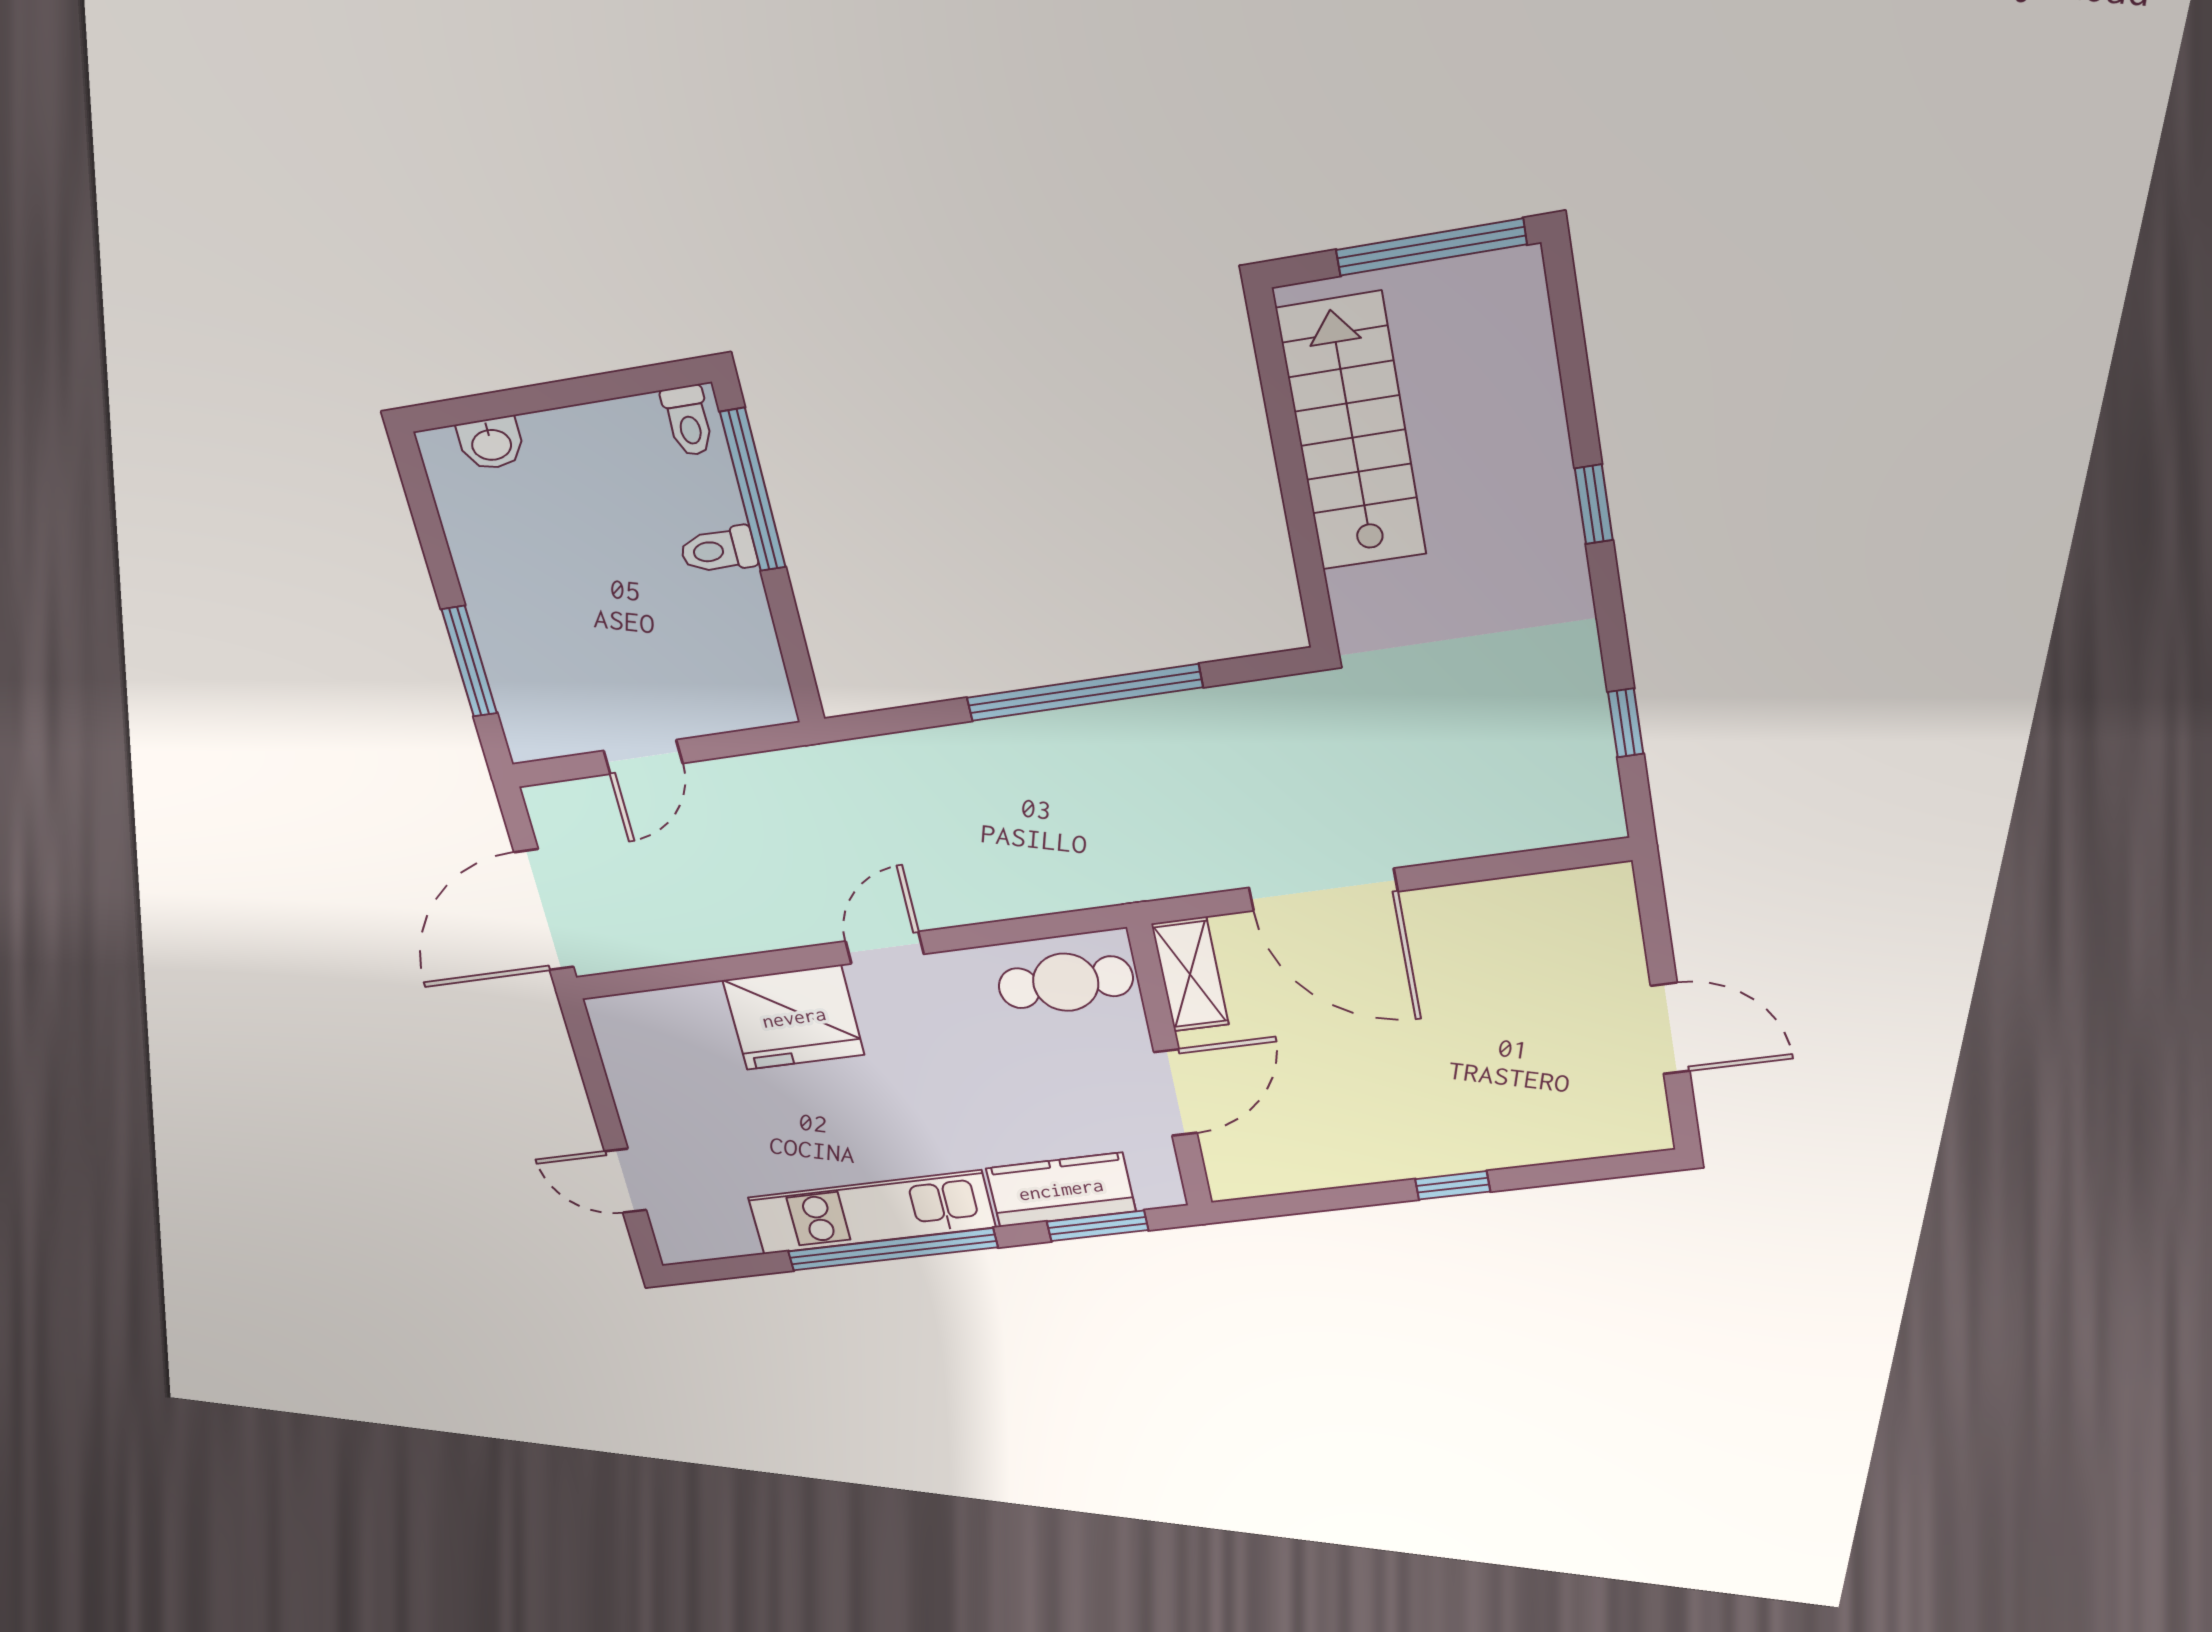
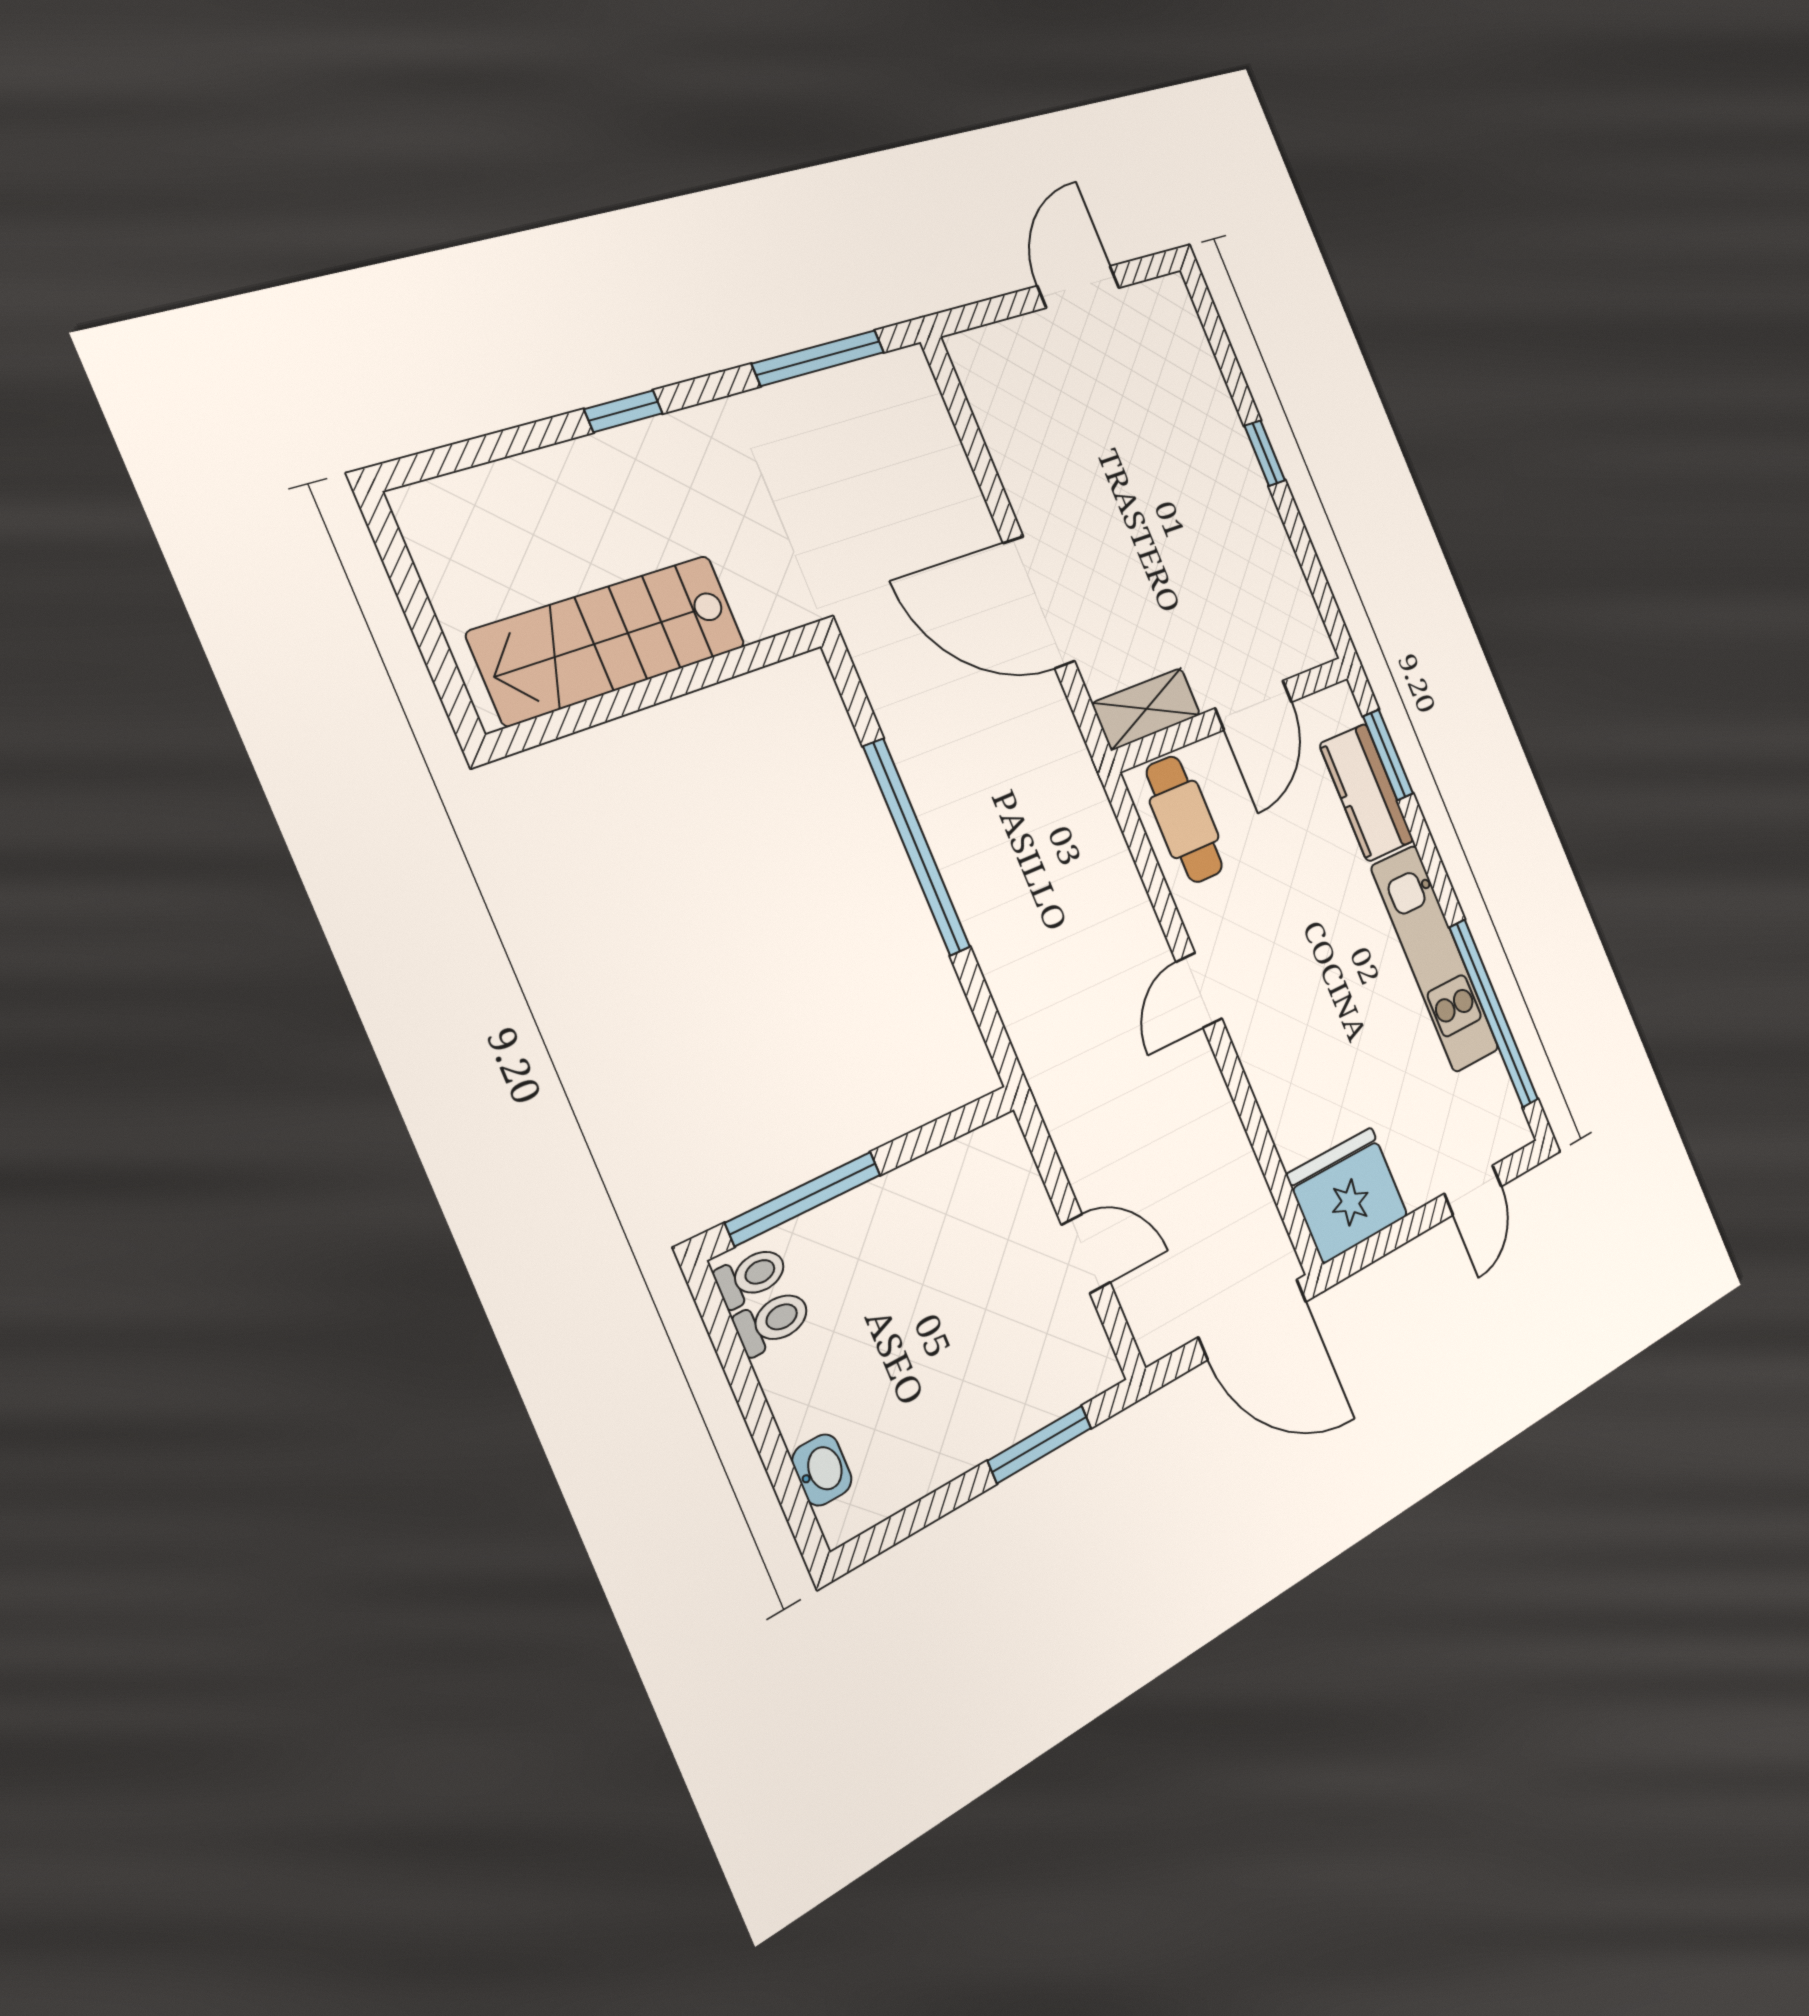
window: (1431, 247) -> (411, 592), removed
toilet: (718, 550) -> (773, 1322), moved, turned -90
window: (1626, 723) -> (818, 358), width x2.17
door: (1323, 890) -> (1039, 602), swing flipped
door: (885, 948) -> (1199, 990), hinge flipped
fridge: (794, 1018) -> (1347, 1195), moved, turned -90
door: (1176, 1093) -> (1254, 705), swing flipped
window: (893, 1249) -> (1494, 1013), moved

